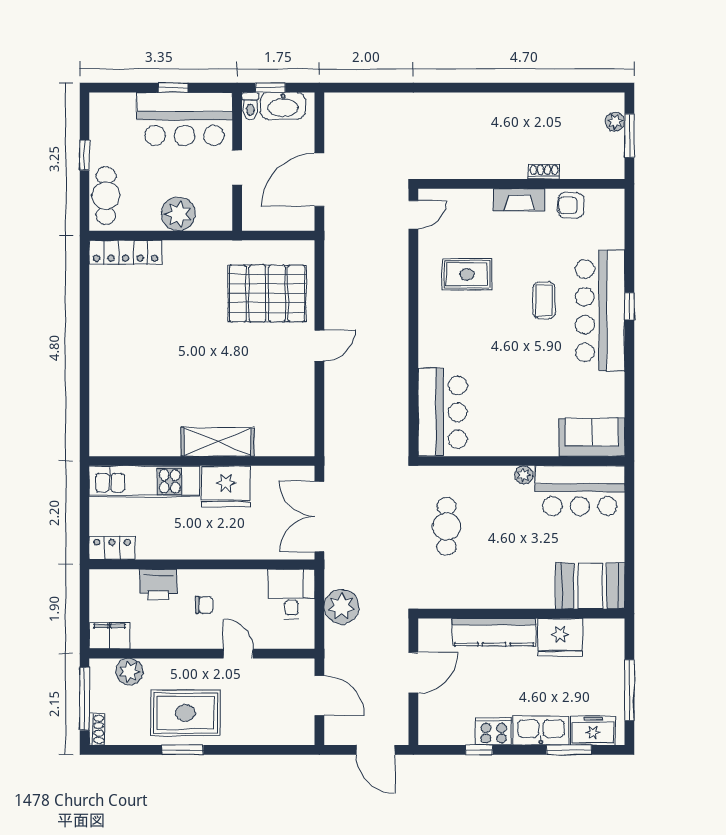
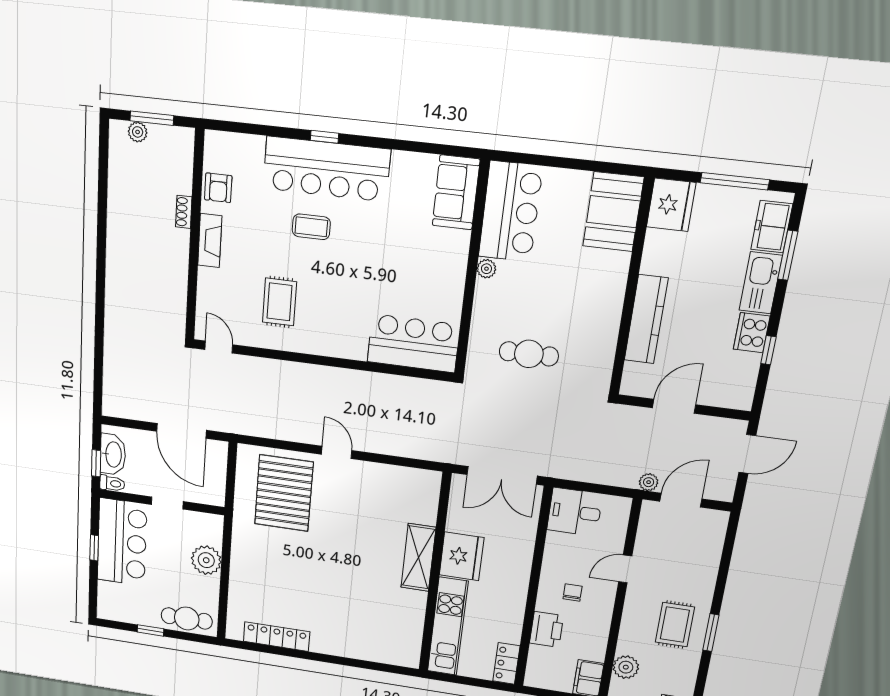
locker: (125, 252) -> (276, 637), moved, turned -90
plant: (341, 607) -> (649, 482), moved, width x0.53, depth x0.53
fridge: (560, 637) -> (671, 205), moved
door: (413, 673) -> (674, 406), hinge flipped
rug: (185, 713) -> (675, 625), width x0.73, depth x0.70

